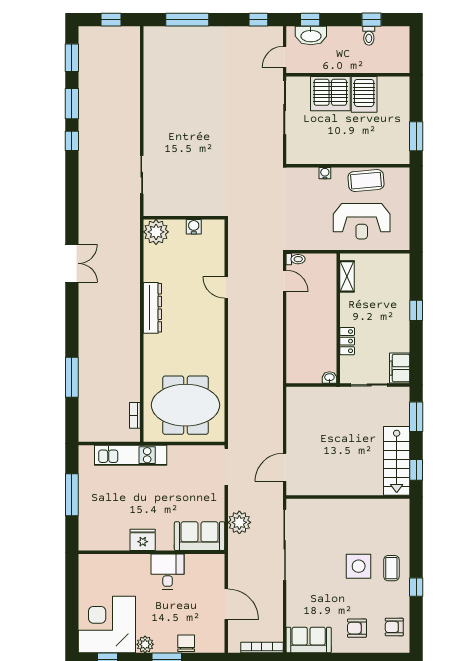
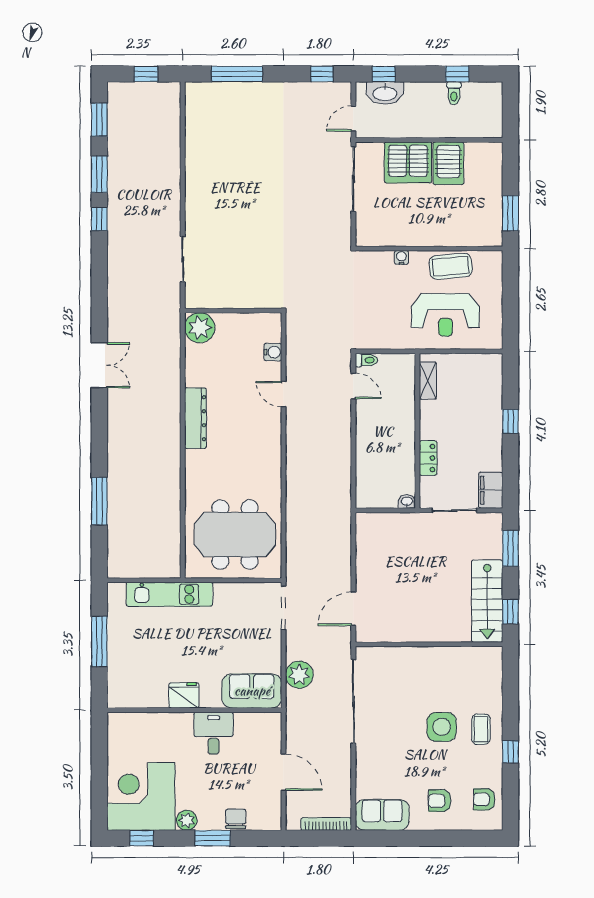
water cooler: (194, 227) -> (273, 352), moved, turned 90
bookcase: (135, 415) -> (174, 547), removed

